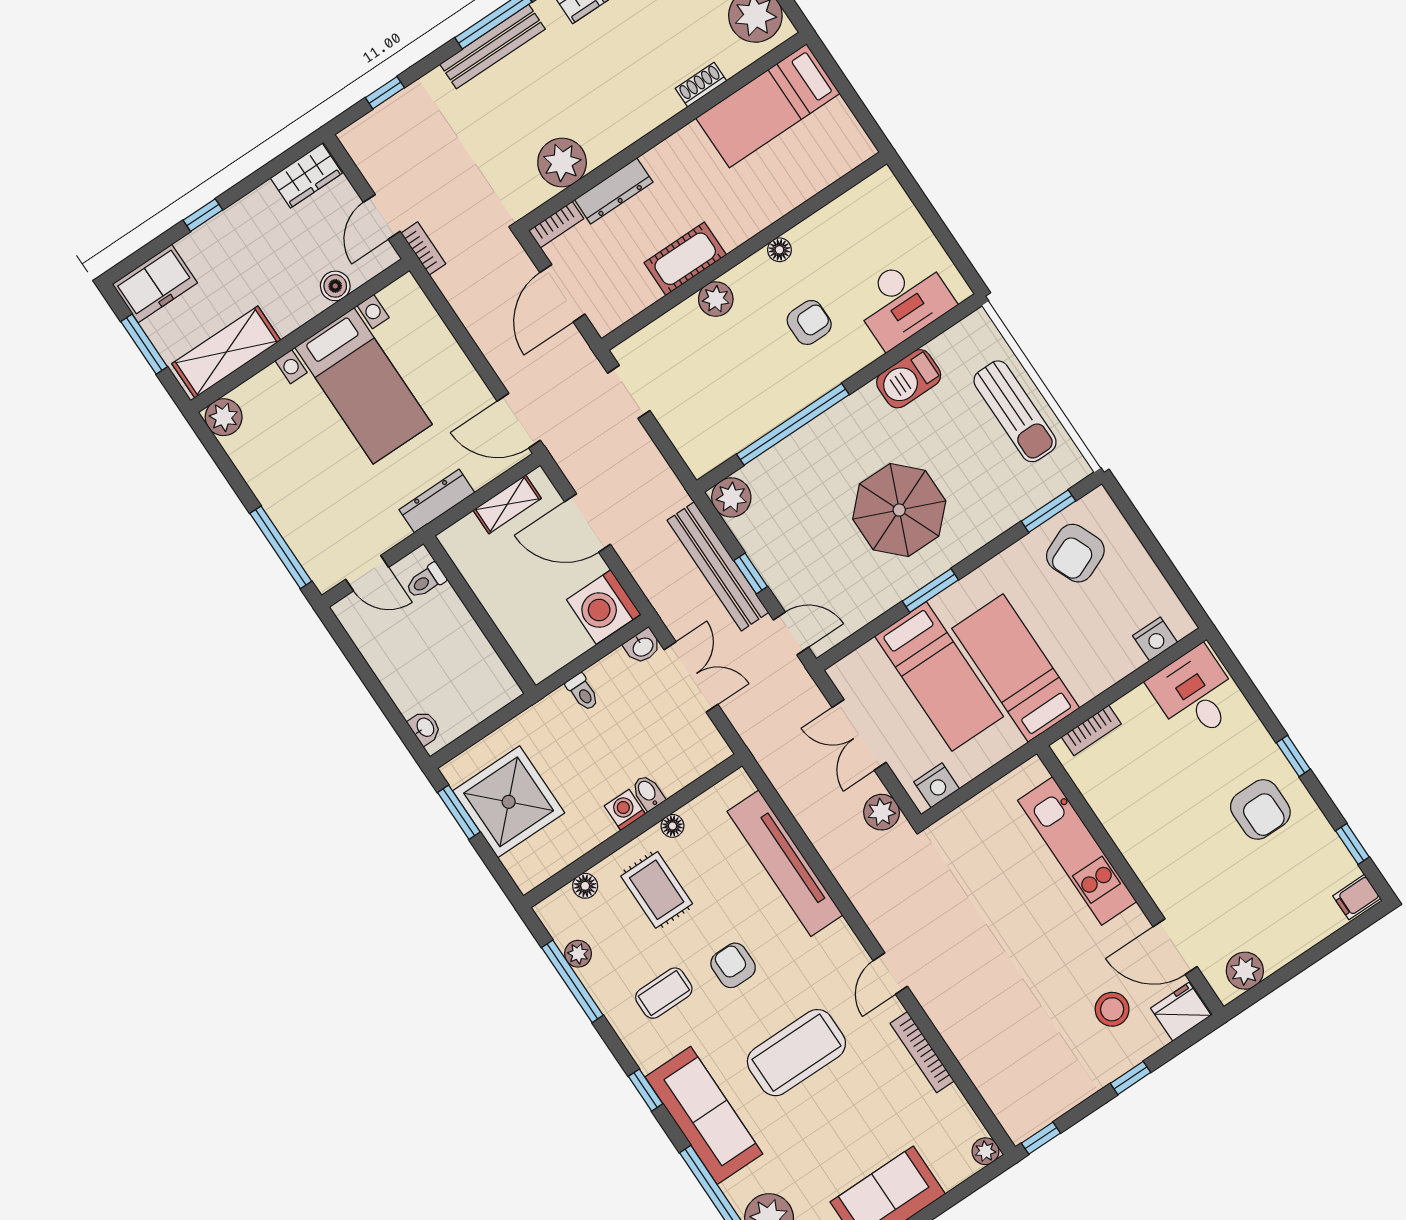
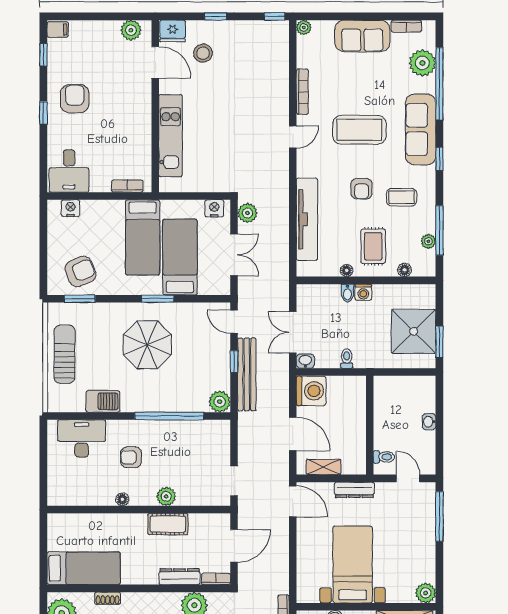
washbasin: (425, 728) -> (429, 422), moved

